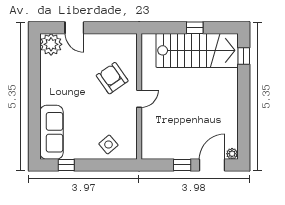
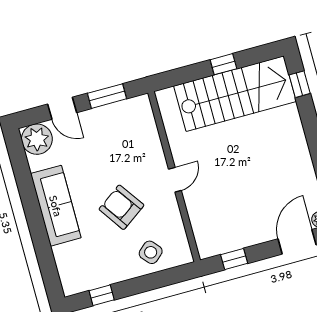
window: (108, 28) -> (107, 96), added
armchair: (112, 78) -> (121, 207), moved
sofa: (52, 132) -> (56, 206), moved
window: (182, 165) -> (234, 259), moved

